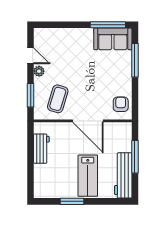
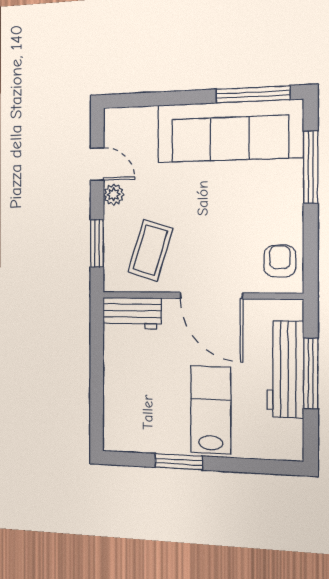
sofa: (113, 39) -> (229, 131), width x1.85, depth x1.27
workbench: (41, 149) -> (132, 313), moved, turned 90
workbench: (123, 175) -> (285, 369), moved
lab bench: (88, 176) -> (211, 410), turned 180

